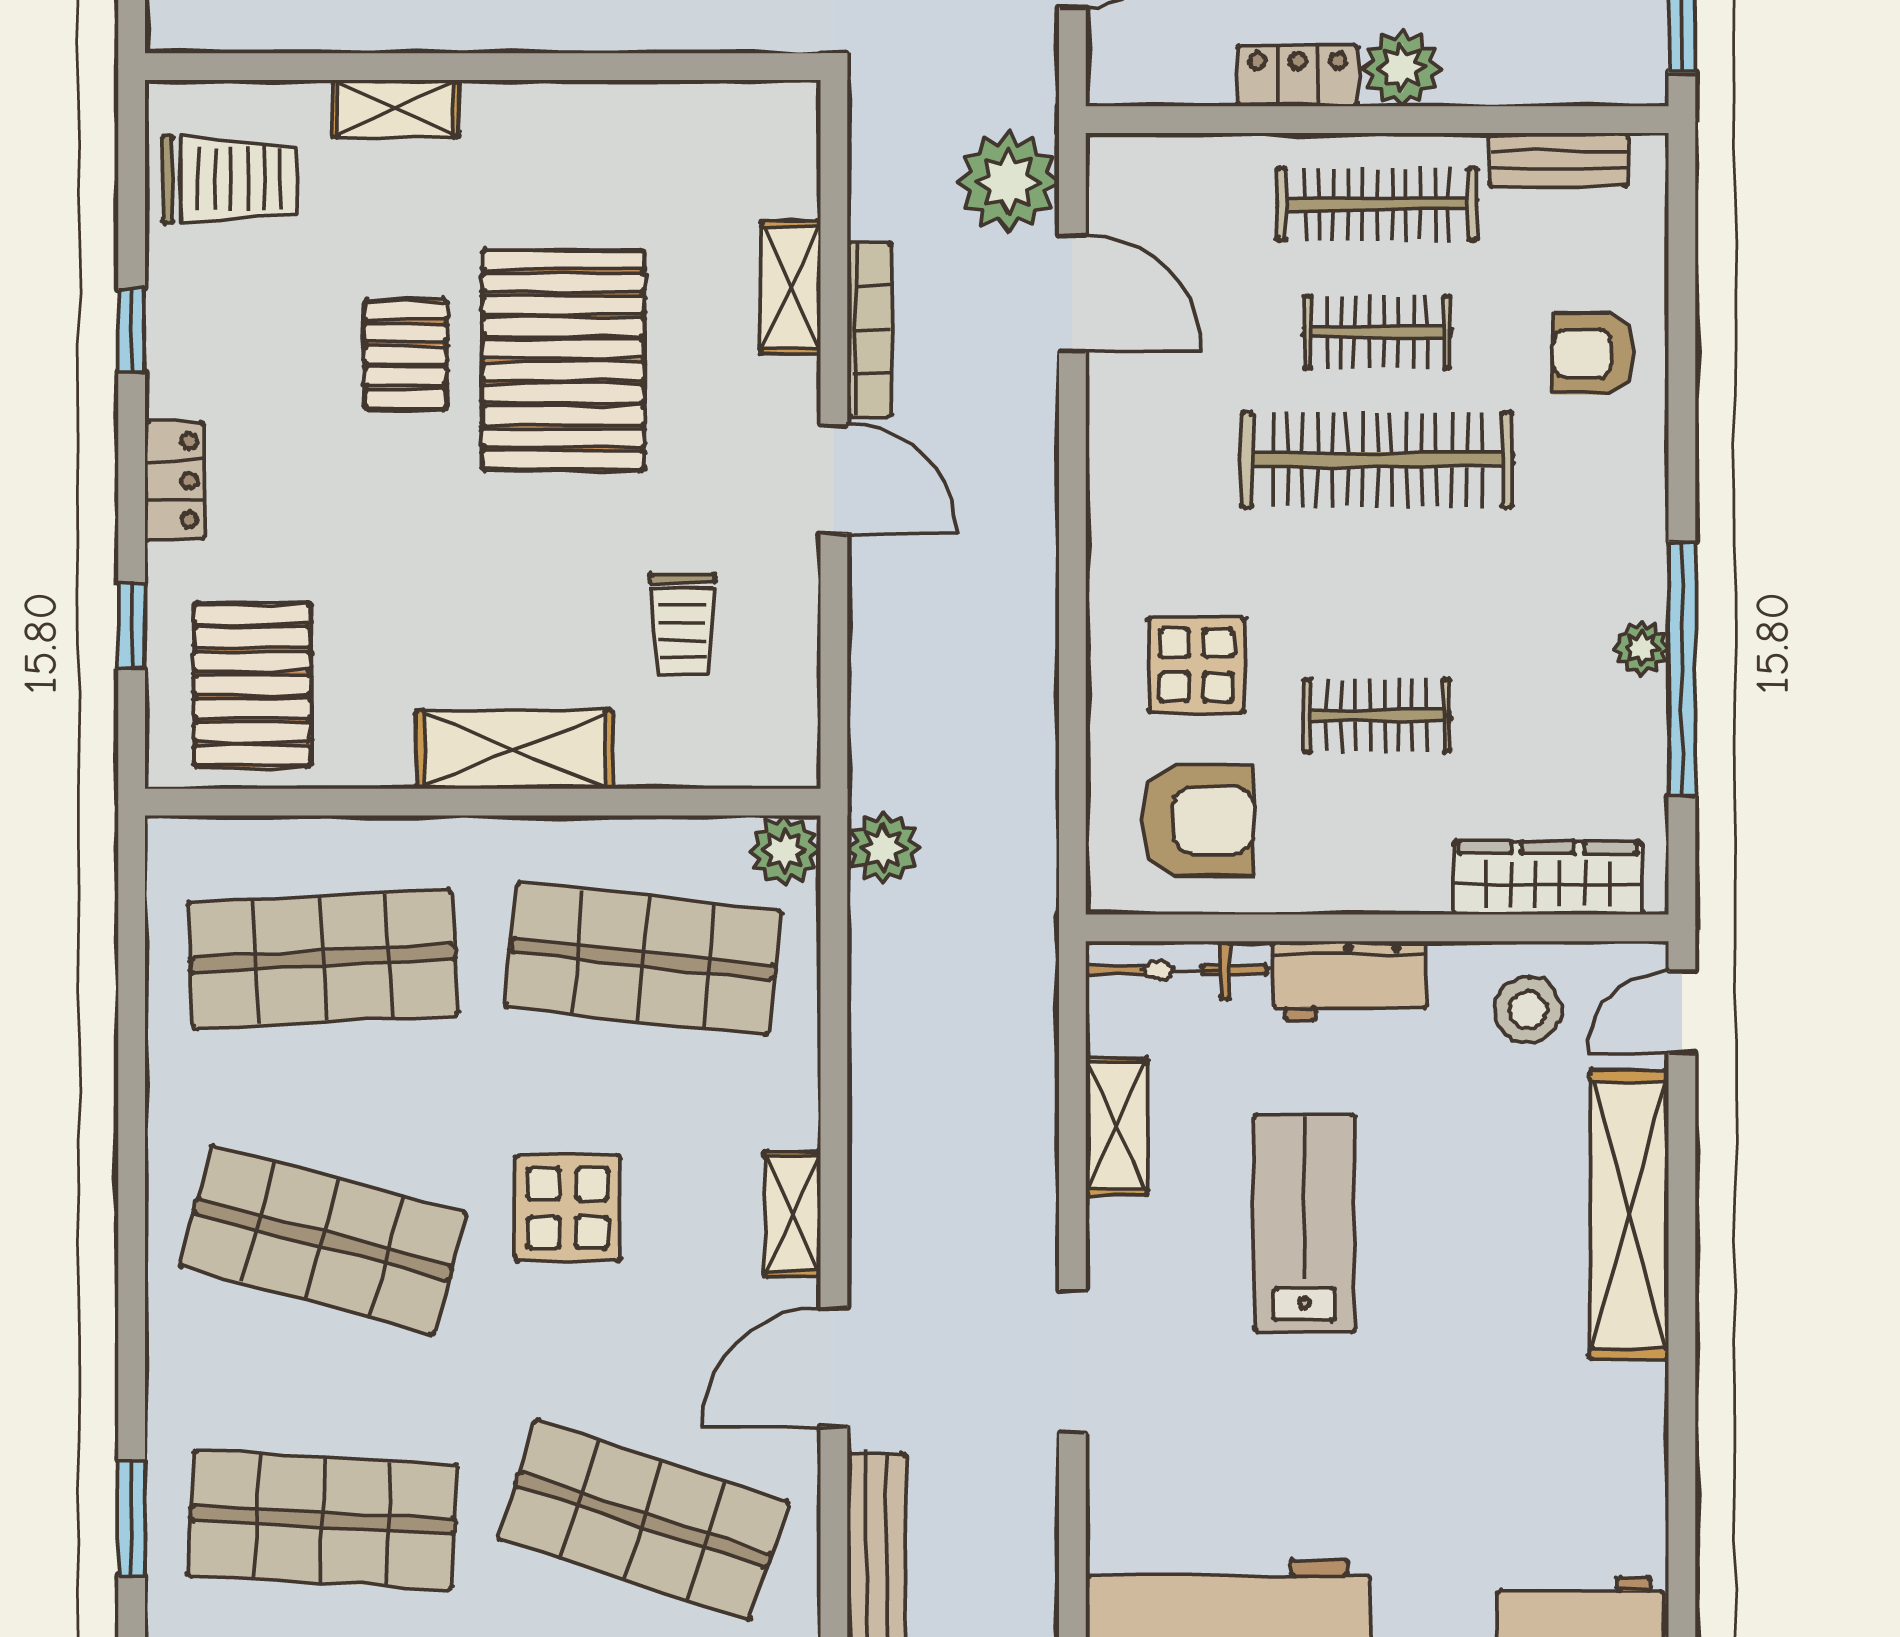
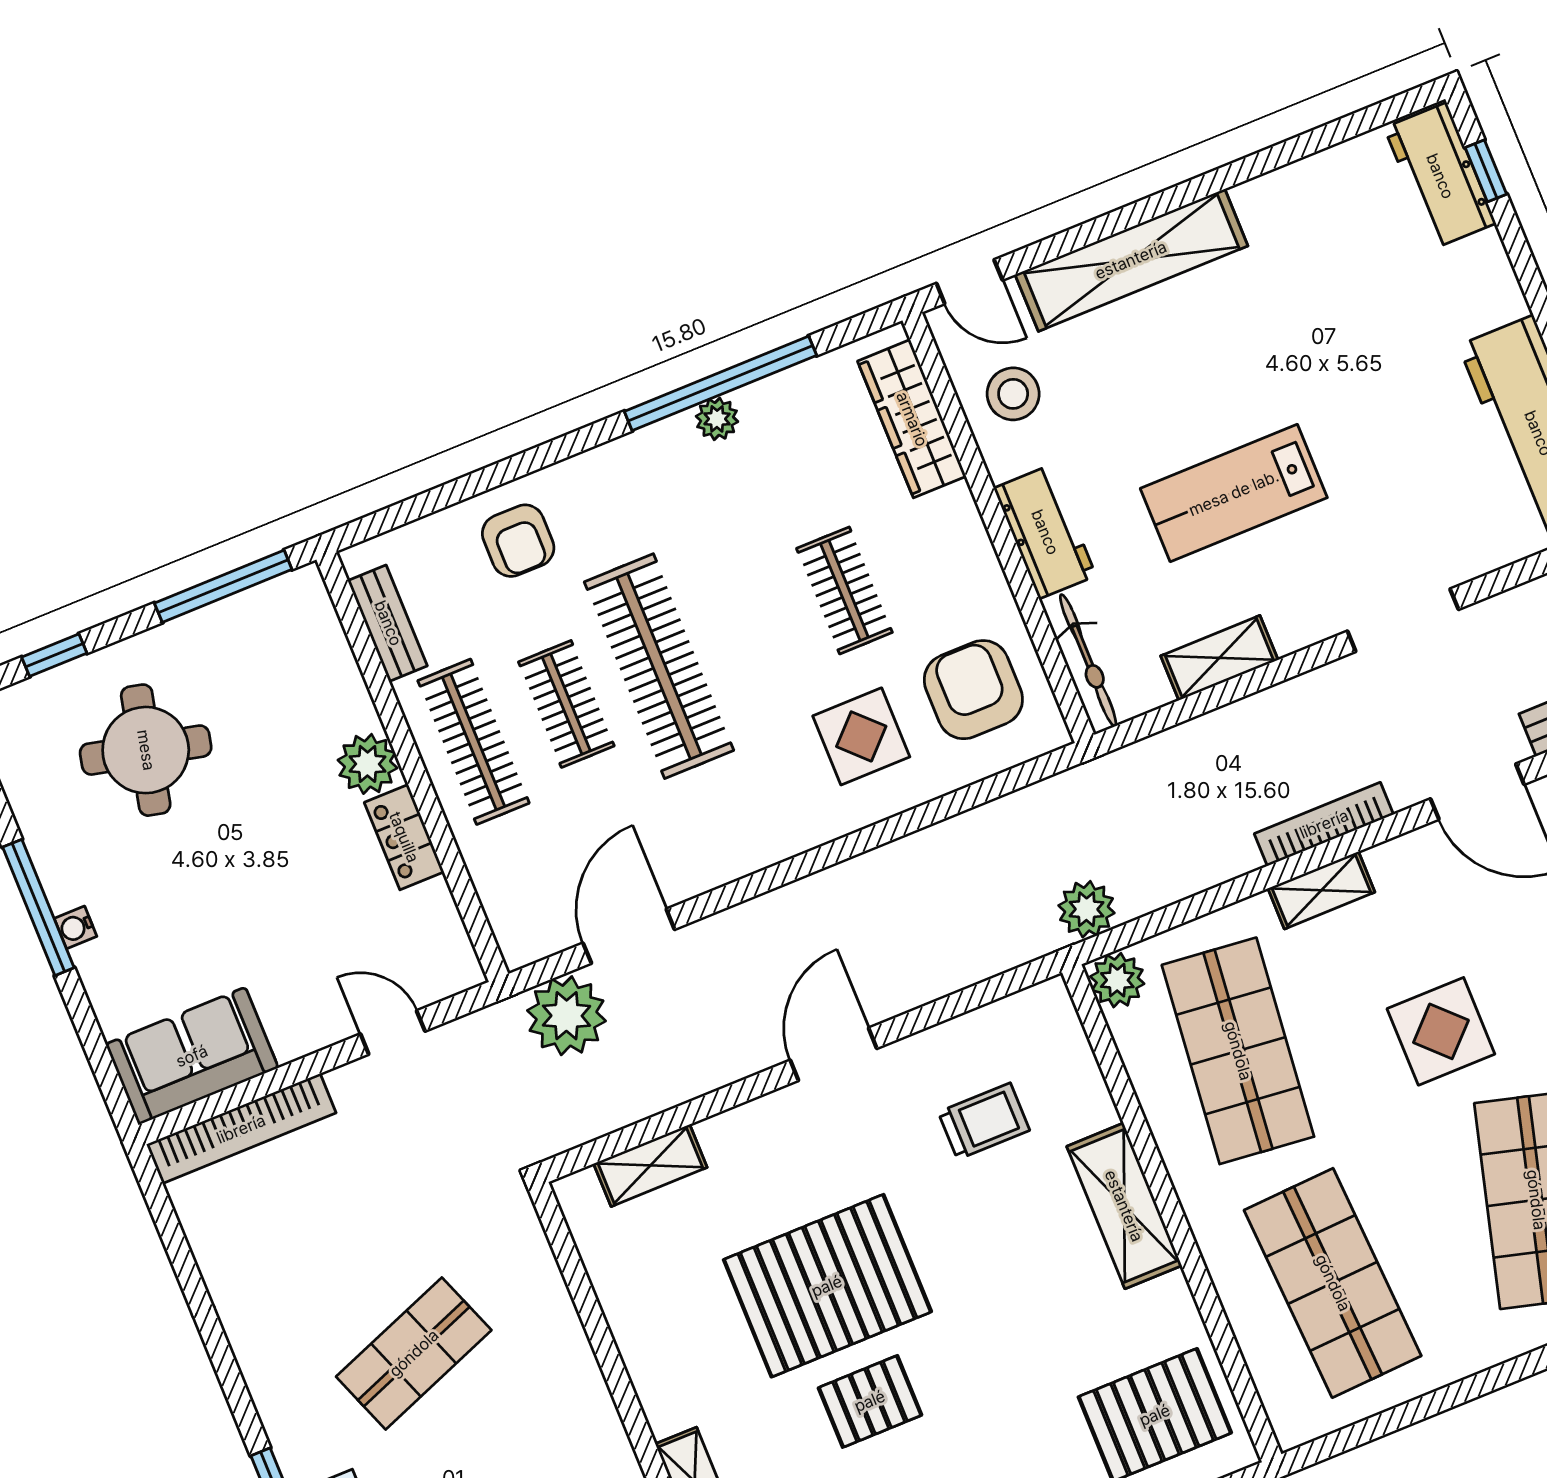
shelving: (791, 287) -> (650, 1165), moved
bookcase: (869, 330) -> (1324, 824), moved
shelving: (792, 1214) -> (1321, 890), moved

